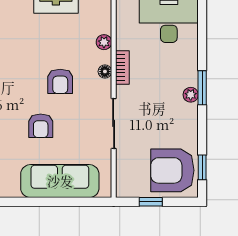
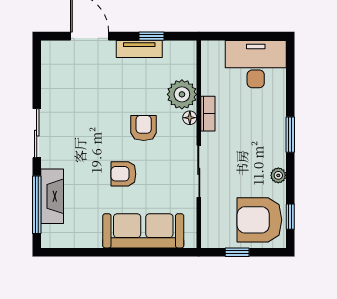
plant: (104, 42) -> (182, 94), width x1.88, depth x1.88
armchair: (60, 81) -> (144, 128), turned 180
plant: (191, 95) -> (278, 175), moved
armchair: (41, 126) -> (123, 174), turned 90

